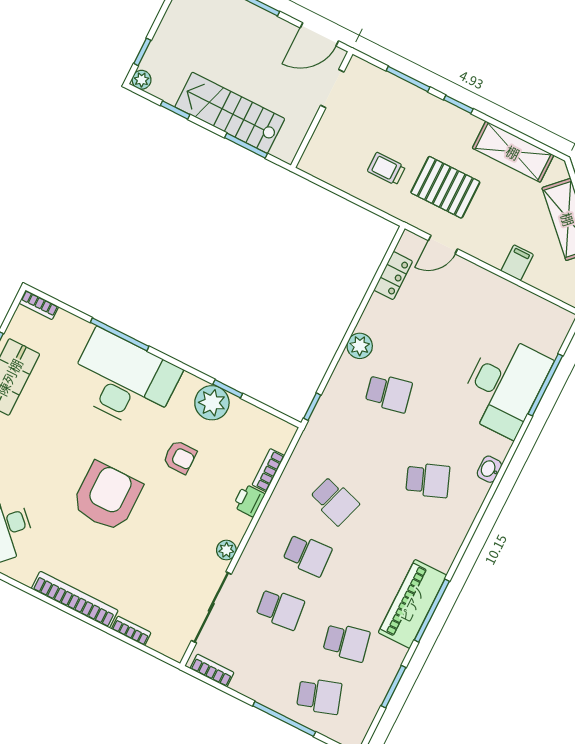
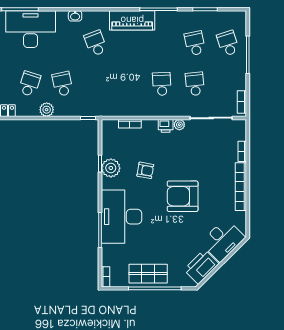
armchair: (180, 457) -> (145, 170), turned 100
printer: (249, 500) -> (166, 126), moved
school desk: (334, 501) -> (29, 84), moved
piano: (412, 604) -> (132, 20), moved

